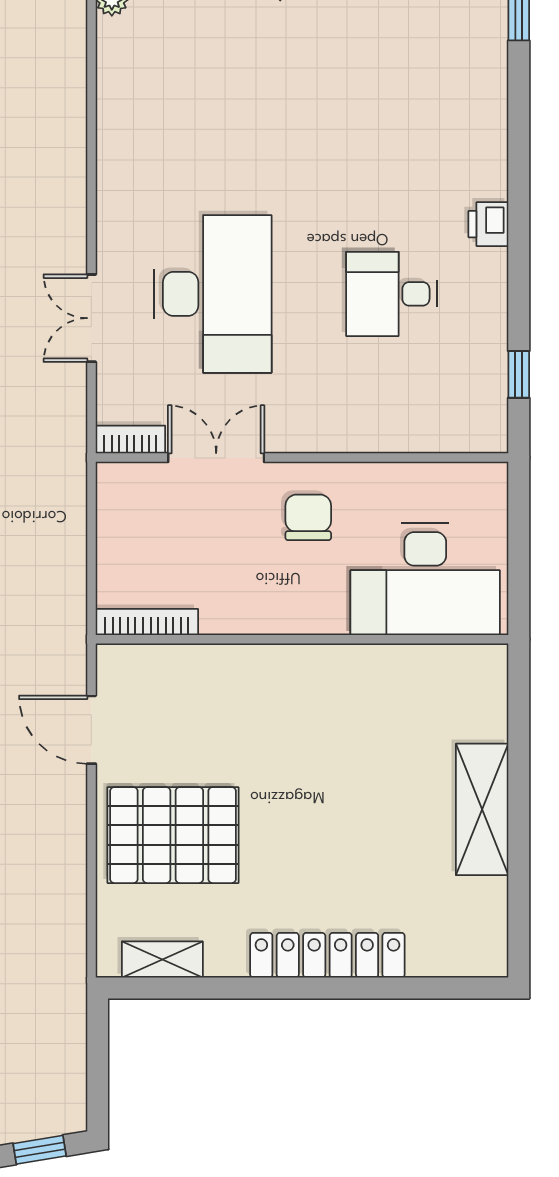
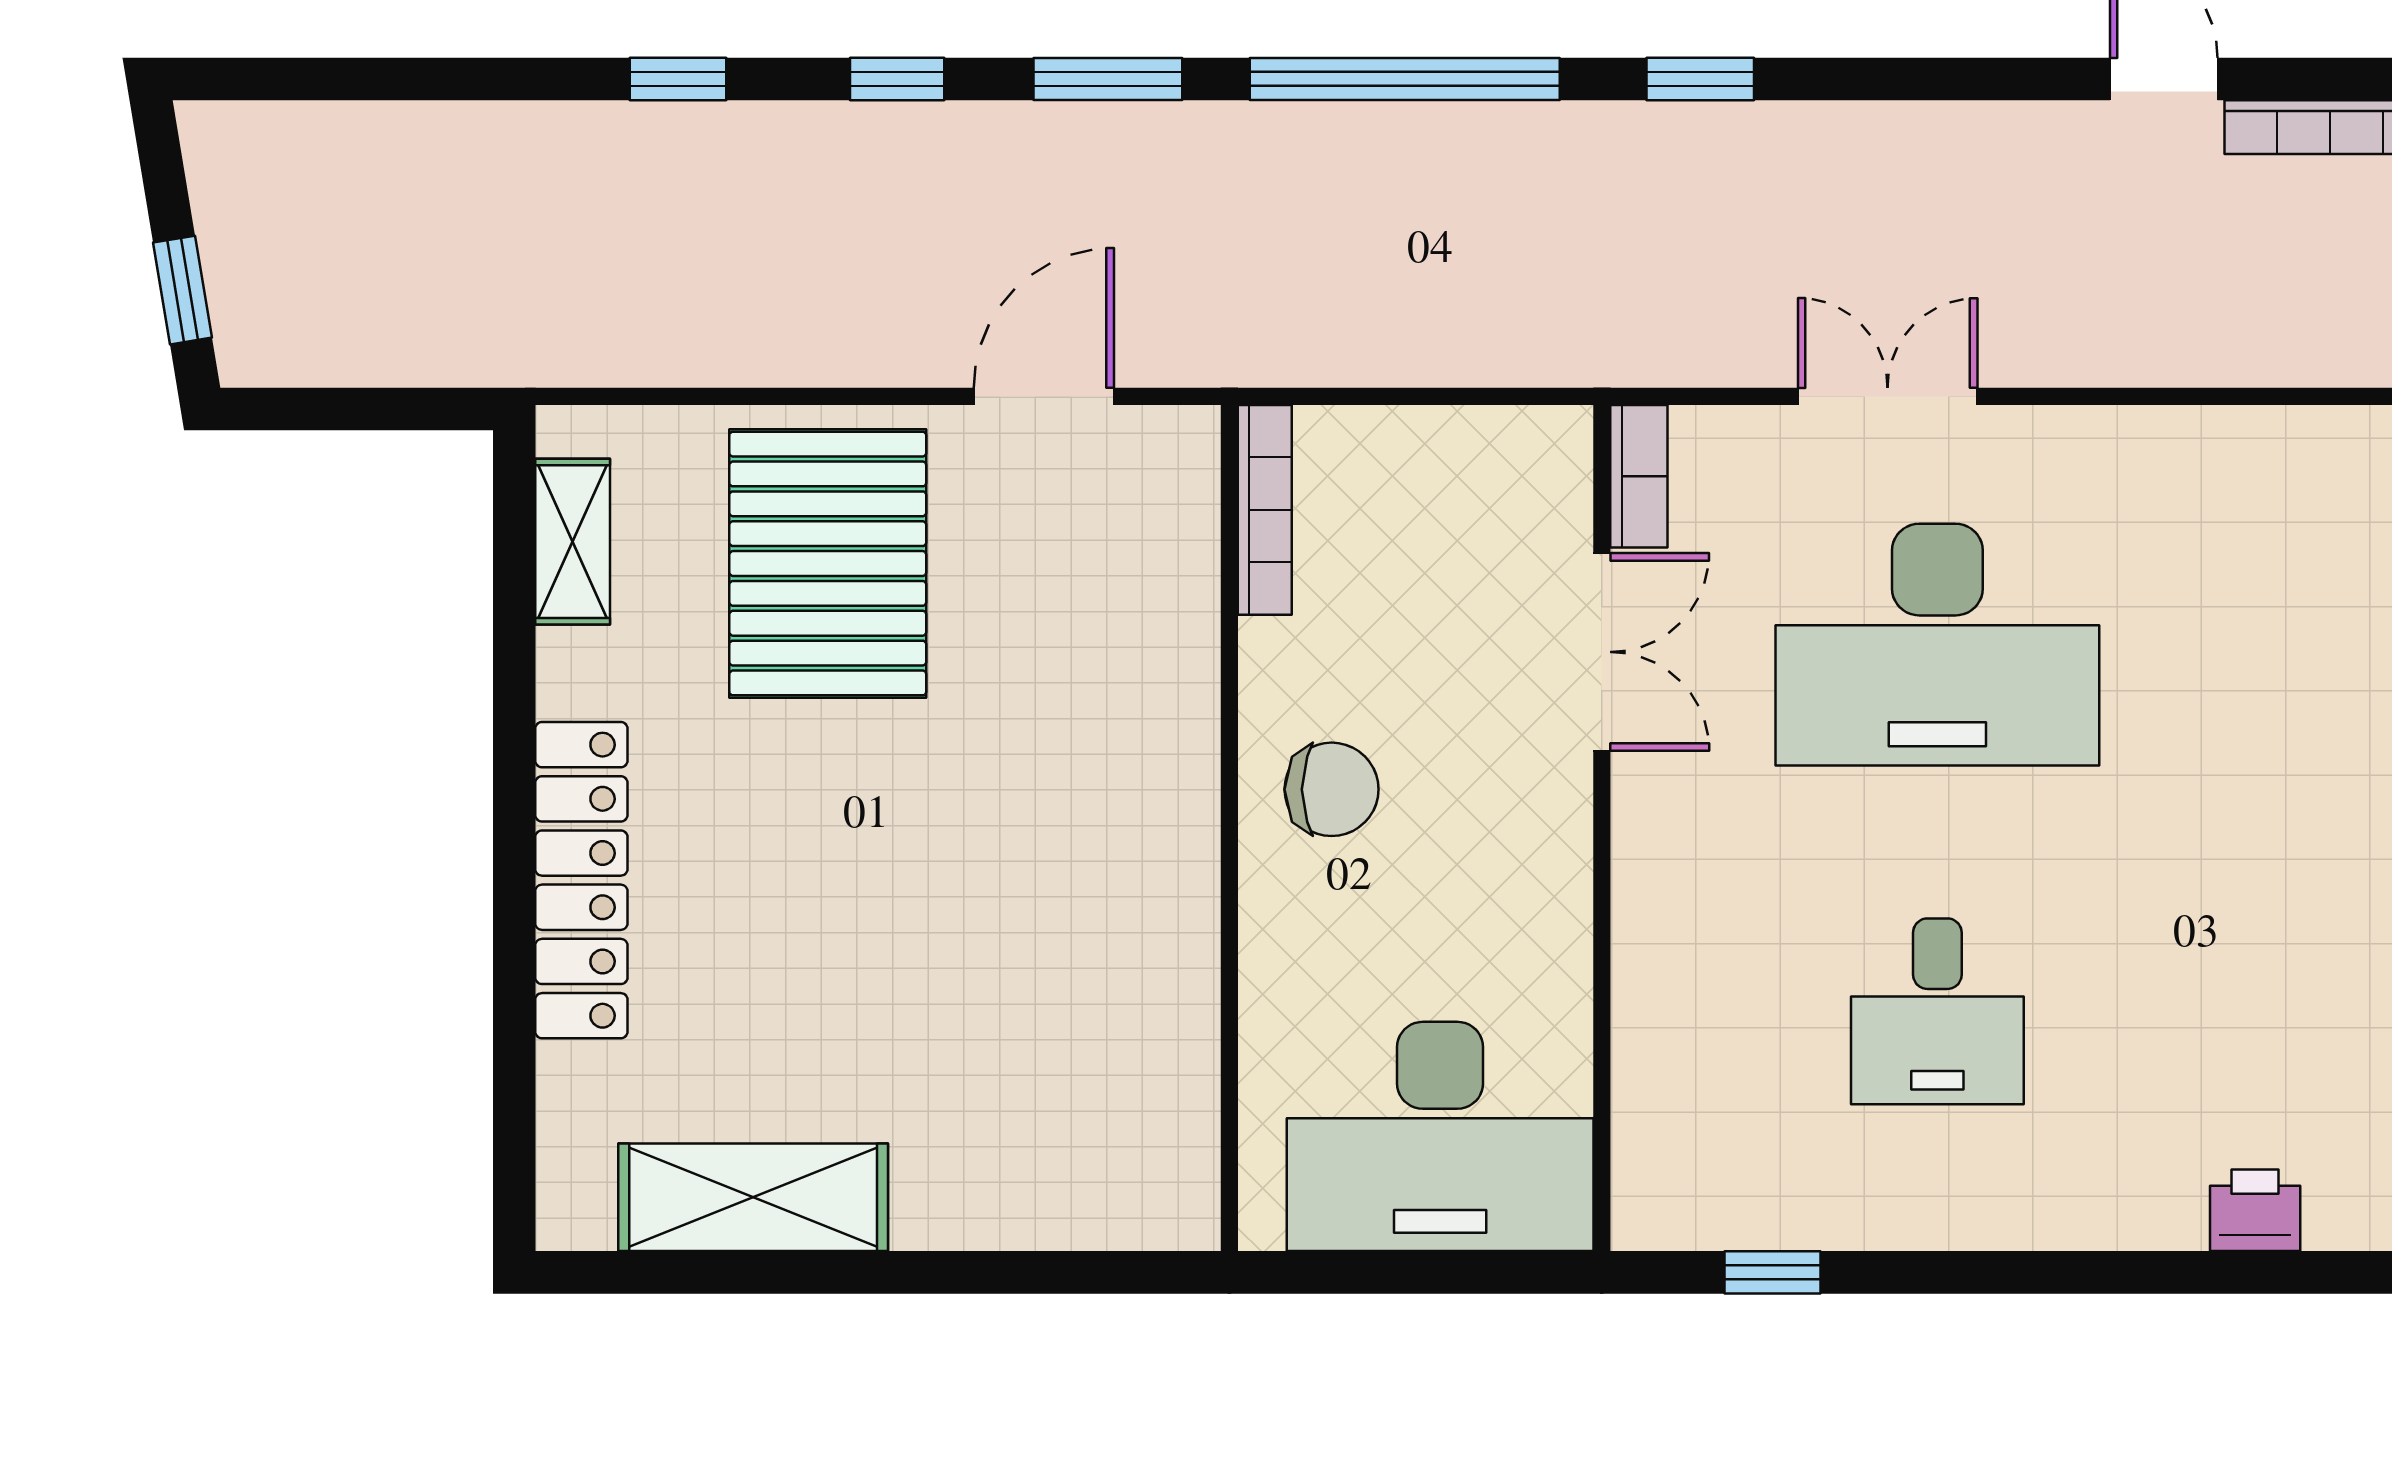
printer: (488, 224) -> (2255, 1210), moved
desk: (391, 294) -> (1937, 1011), turned 180
chair: (308, 517) -> (1332, 789), moved
desk: (425, 579) -> (1440, 1136), moved, turned -90
shelving: (482, 809) -> (753, 1197), moved

